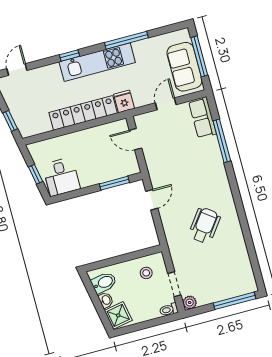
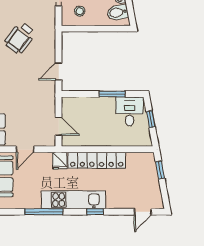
window: (114, 183) -> (112, 94), moved

